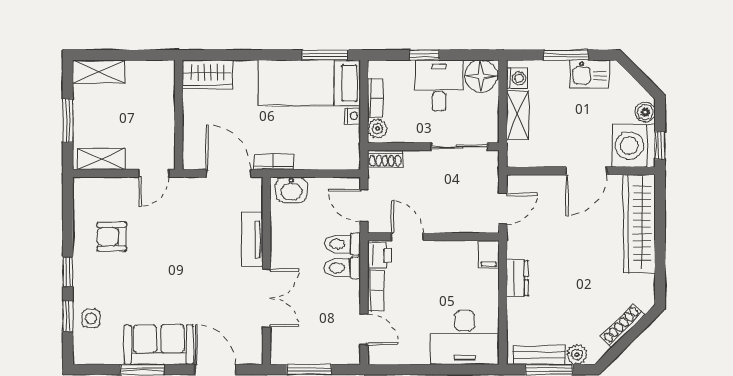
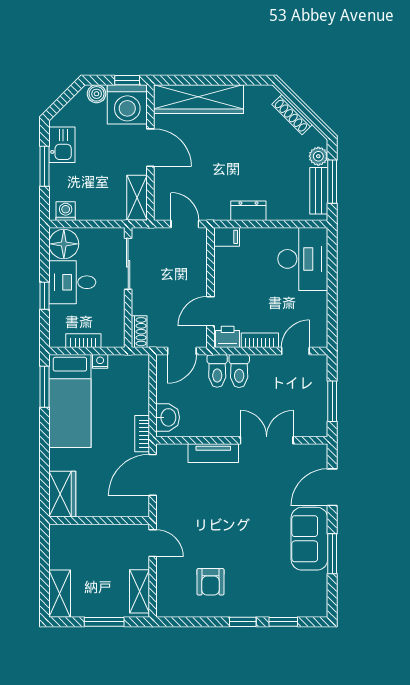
shelving: (518, 115) -> (137, 198), moved, turned 90
plant: (378, 129) -> (112, 339), removed
side table: (91, 318) -> (285, 601), removed

